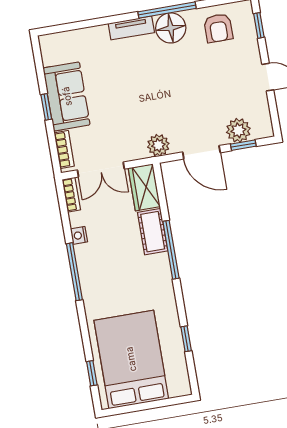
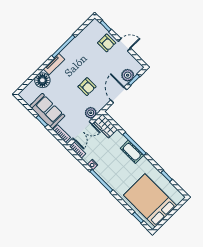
floor lamp: (171, 28) -> (42, 80), moved
armchair: (218, 28) -> (107, 43), moved
armchair: (159, 102) -> (87, 87), added
plant: (158, 145) -> (91, 113), moved
door: (201, 152) -> (119, 95), swing flipped
cot: (153, 232) -> (132, 152), moved

